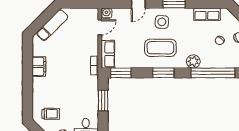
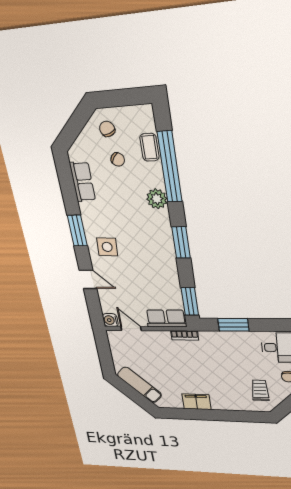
coffee table: (160, 48) -> (149, 147), moved, width x0.54, depth x0.58

